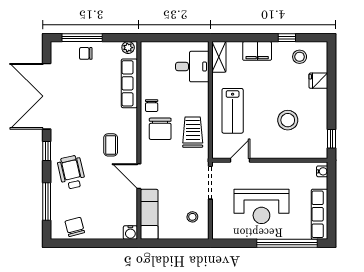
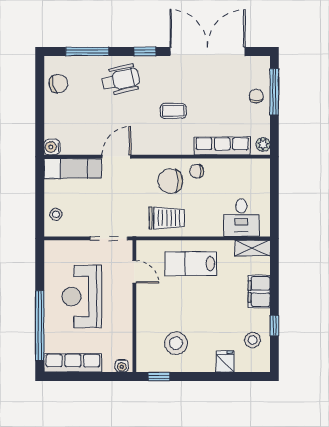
stool: (288, 120) -> (176, 343), moved
coffee table: (111, 145) -> (173, 111), moved
stool: (192, 217) -> (56, 214), moved

